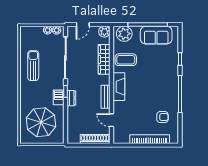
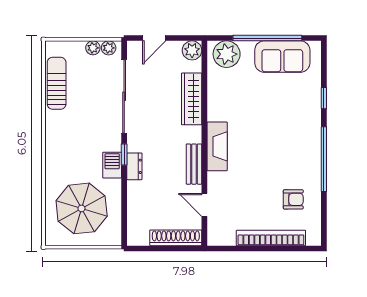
coffee table: (126, 60) -> (229, 99), removed
sun lounger: (33, 66) -> (57, 83), moved

